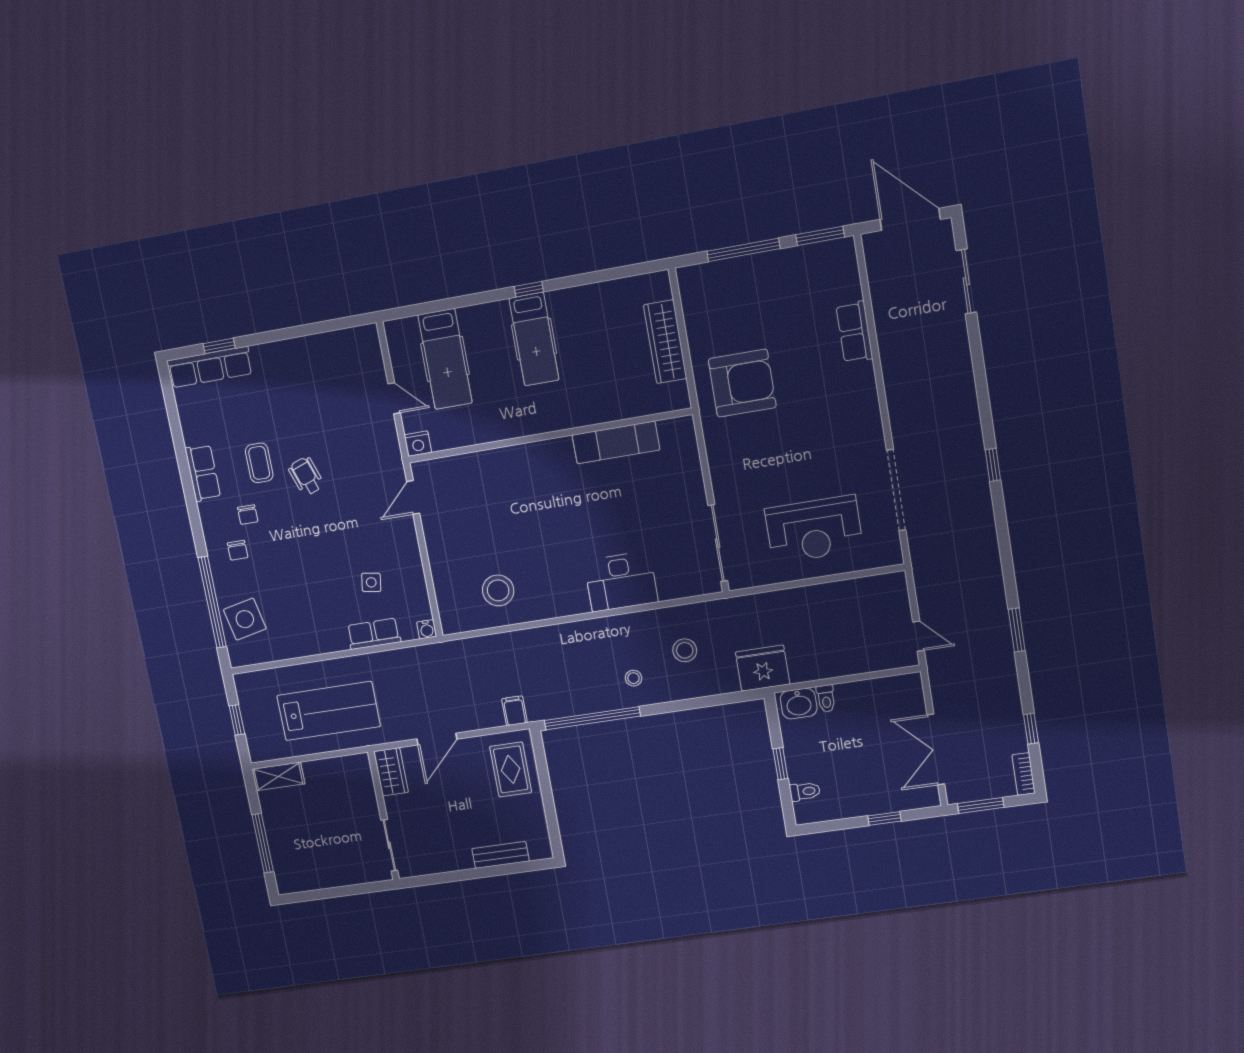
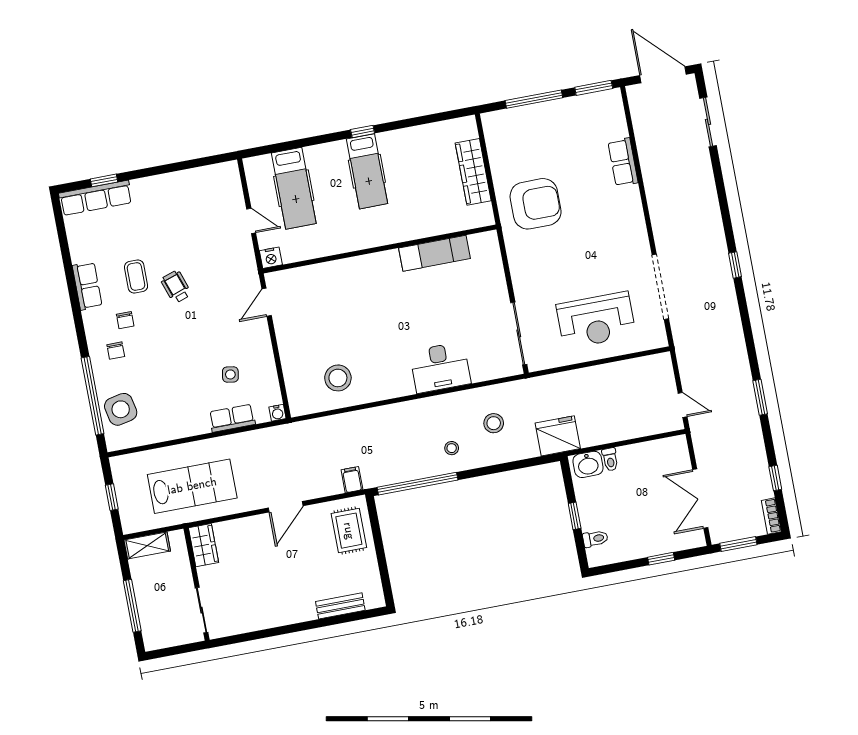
wardrobe: (391, 772) -> (204, 545), moved
wall: (383, 816) -> (197, 584), moved
sliding door: (389, 845) -> (202, 610), moved

